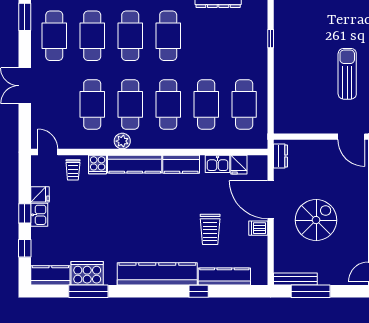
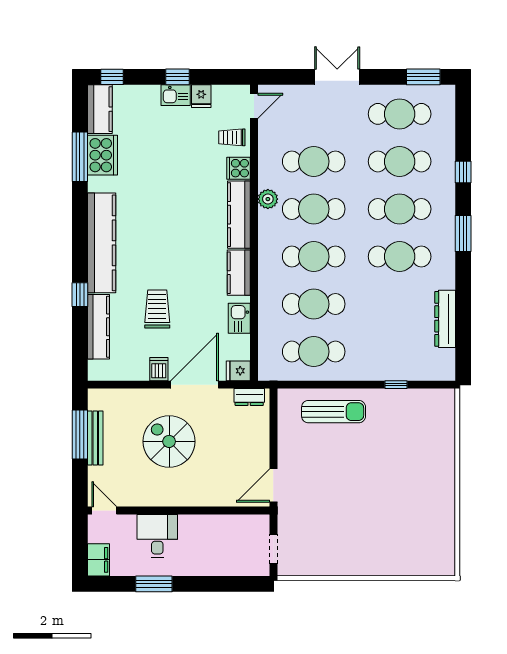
sun lounger: (347, 74) -> (334, 412), moved
fridge: (239, 165) -> (238, 371), moved
spiral stairs: (316, 220) -> (169, 441), turned 180
trolley: (210, 229) -> (157, 309), turned 90
window: (25, 248) -> (112, 77), moved
bench: (295, 279) -> (95, 438), moved

